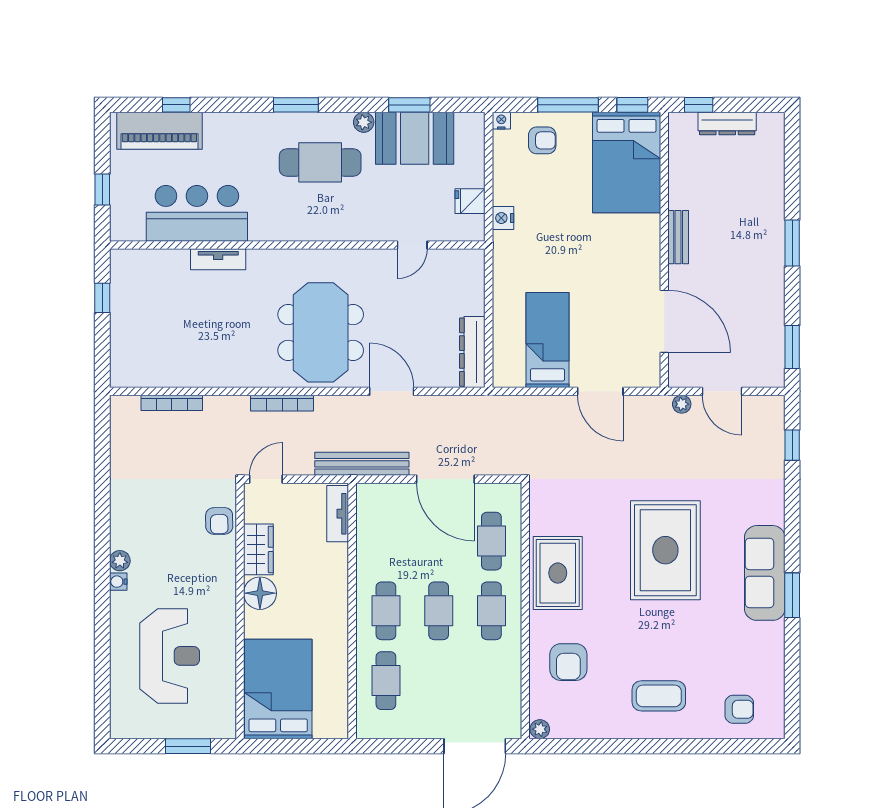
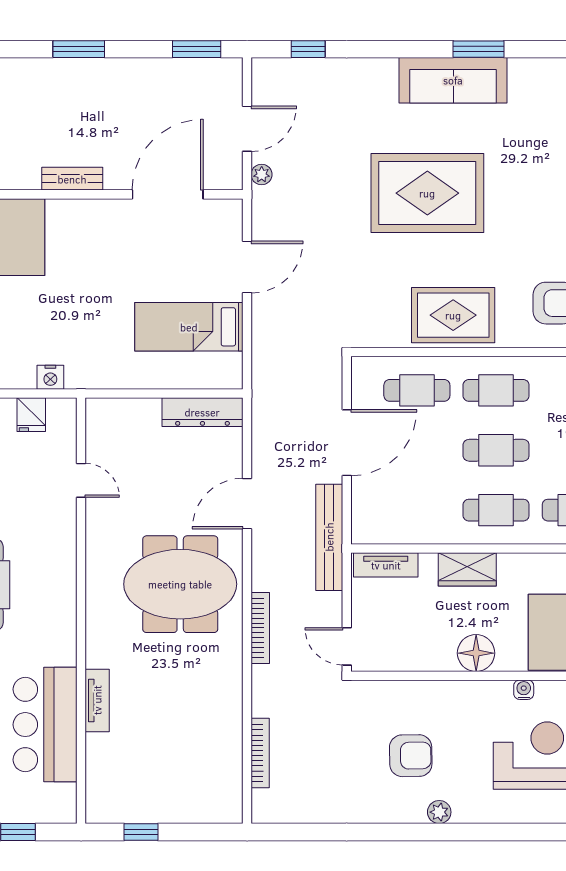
armchair: (219, 521) -> (411, 756), moved, width x1.38, depth x1.38
wardrobe: (258, 549) -> (467, 569), moved, turned 180
water cooler: (118, 582) -> (524, 690), moved, turned 180

